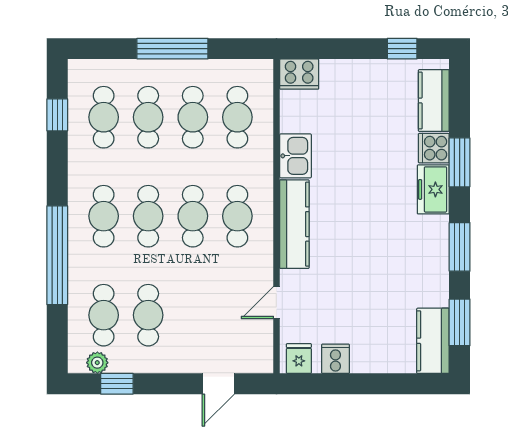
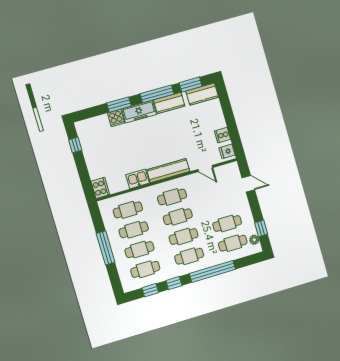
kitchen counter: (434, 101) -> (169, 103), moved
window: (57, 168) -> (174, 283), added
freezer: (433, 189) -> (139, 112), width x1.40
window: (460, 247) -> (157, 94), width x1.44

